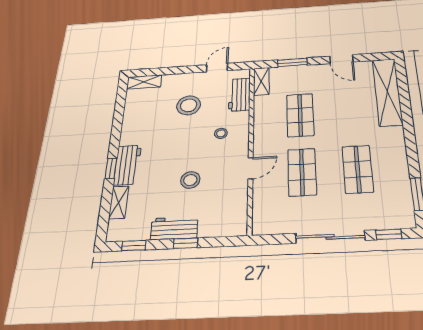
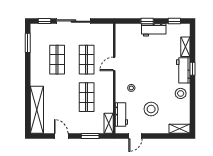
stool: (190, 180) -> (181, 93), moved

